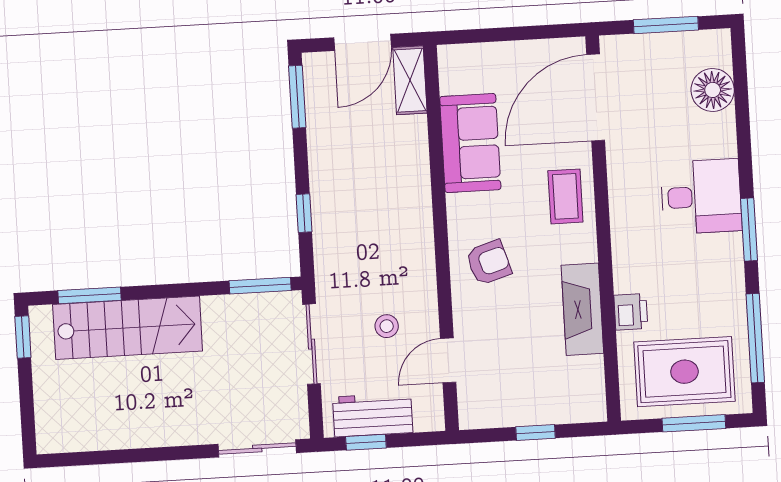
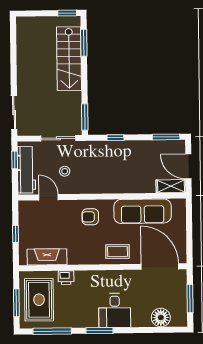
sofa: (470, 143) -> (143, 211), width x1.36
armchair: (489, 262) -> (90, 217), turned 107
fireplace: (582, 309) -> (47, 257), moved
workbench: (373, 415) -> (26, 170), width x1.38

